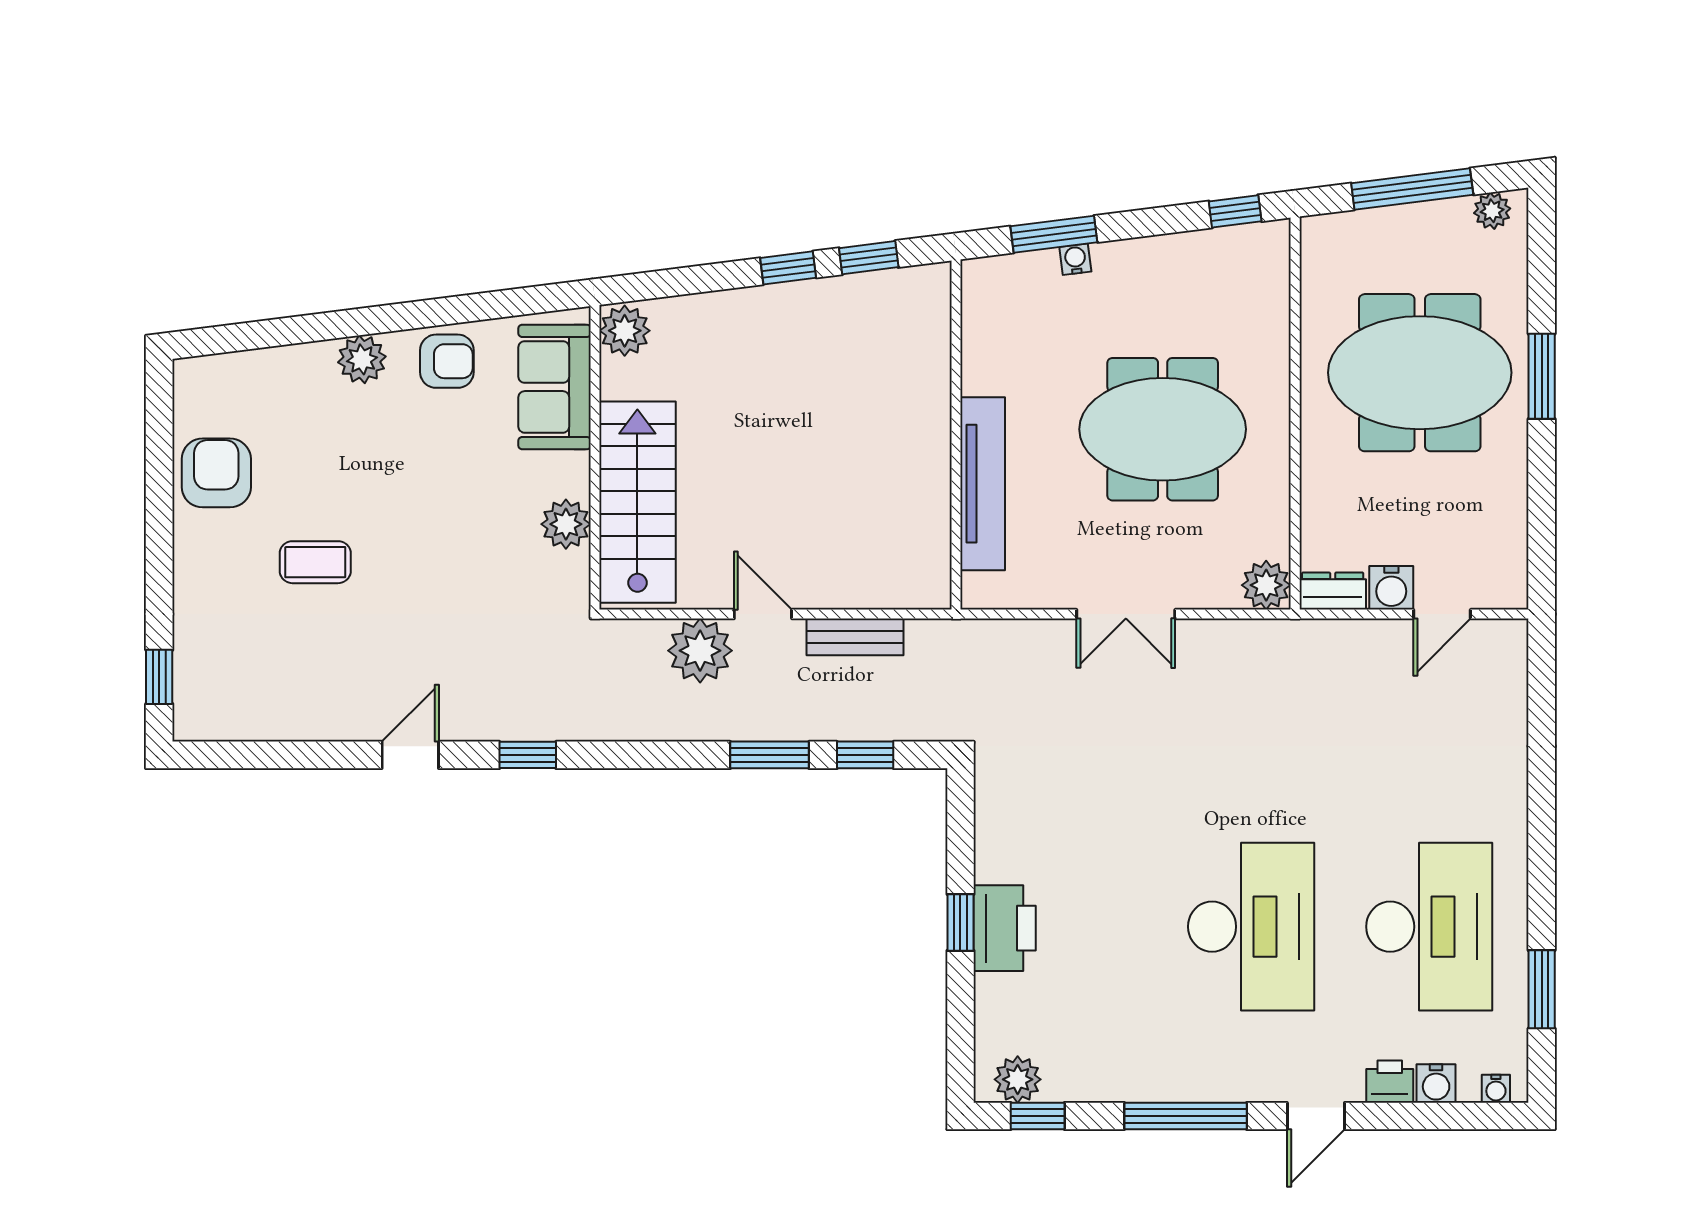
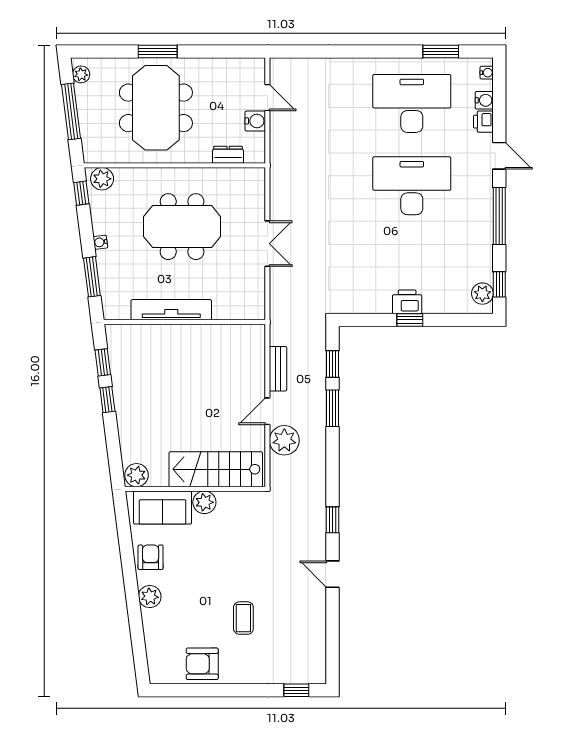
water cooler: (1075, 259) -> (100, 242), moved
meeting table: (1163, 429) -> (182, 227), turned 90
tv unit: (983, 484) -> (171, 310), moved
plant: (566, 524) -> (204, 502), moved
plant: (1266, 585) -> (102, 179), moved
dresser: (1333, 591) -> (228, 155), moved, turned 90
printer: (1005, 928) -> (407, 302), width x0.73, depth x0.84

